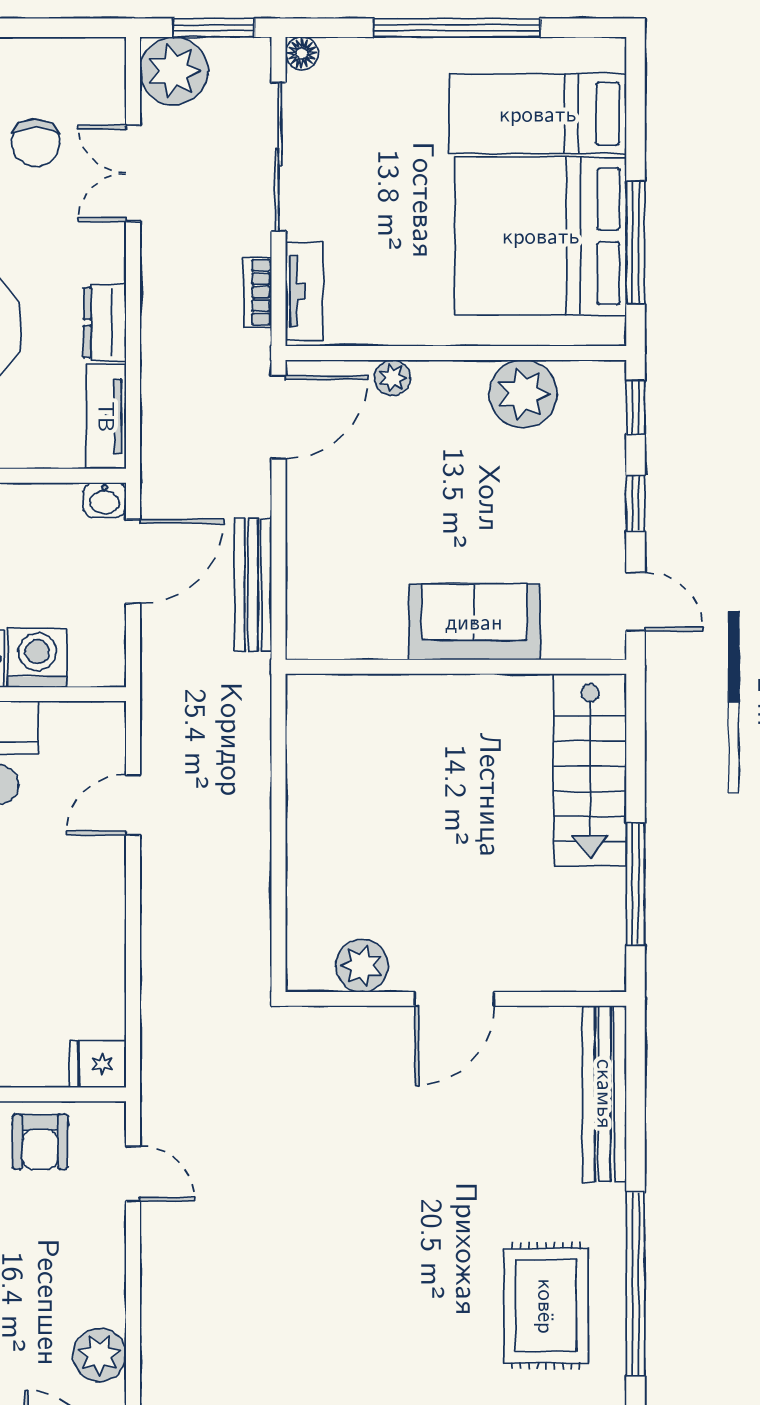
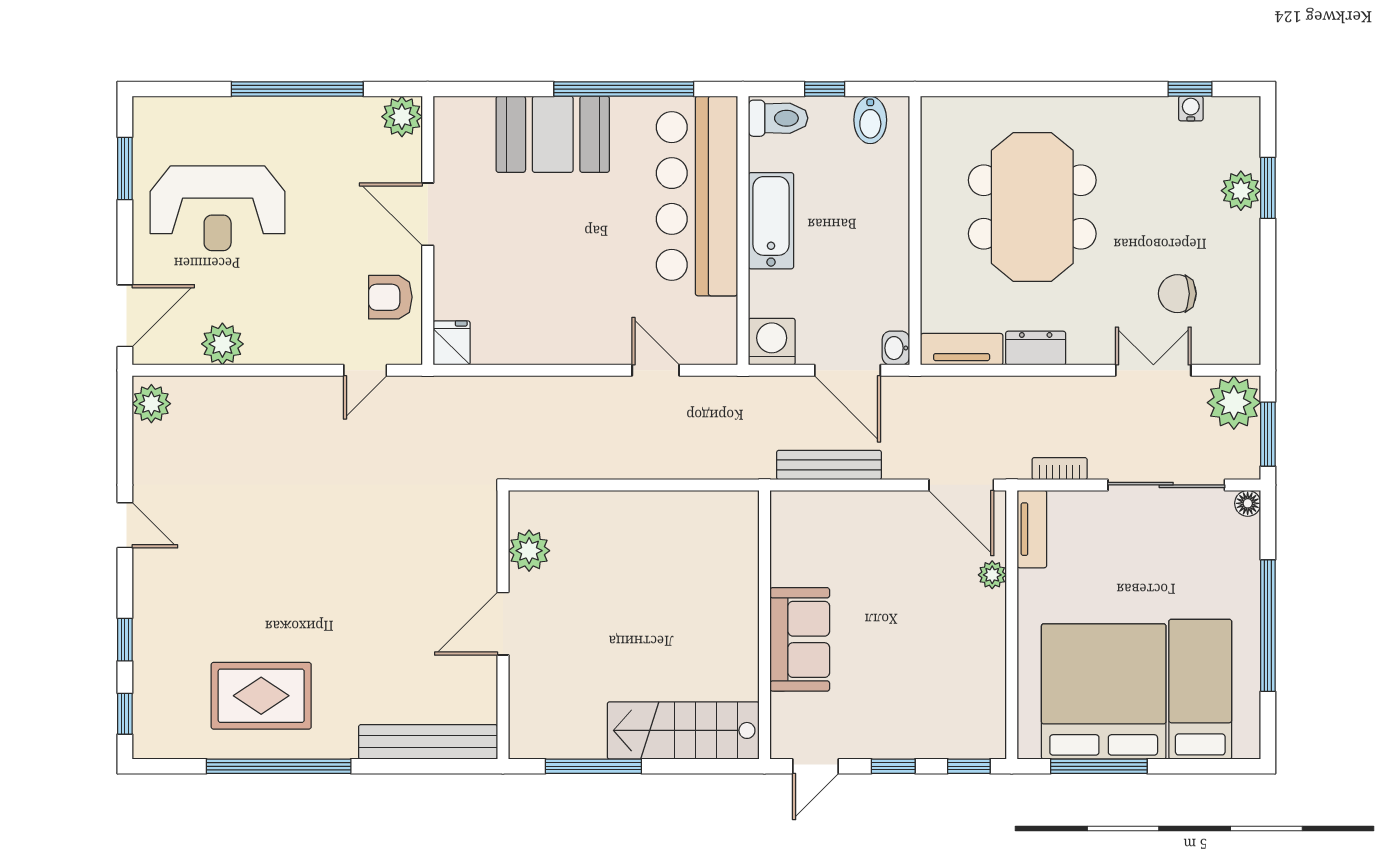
tv unit: (304, 291) -> (1032, 529), moved, turned -90
plant: (523, 394) -> (980, 678), removed
washing machine: (37, 658) -> (772, 342), moved, turned -90
door: (454, 999) -> (503, 624), hinge flipped

